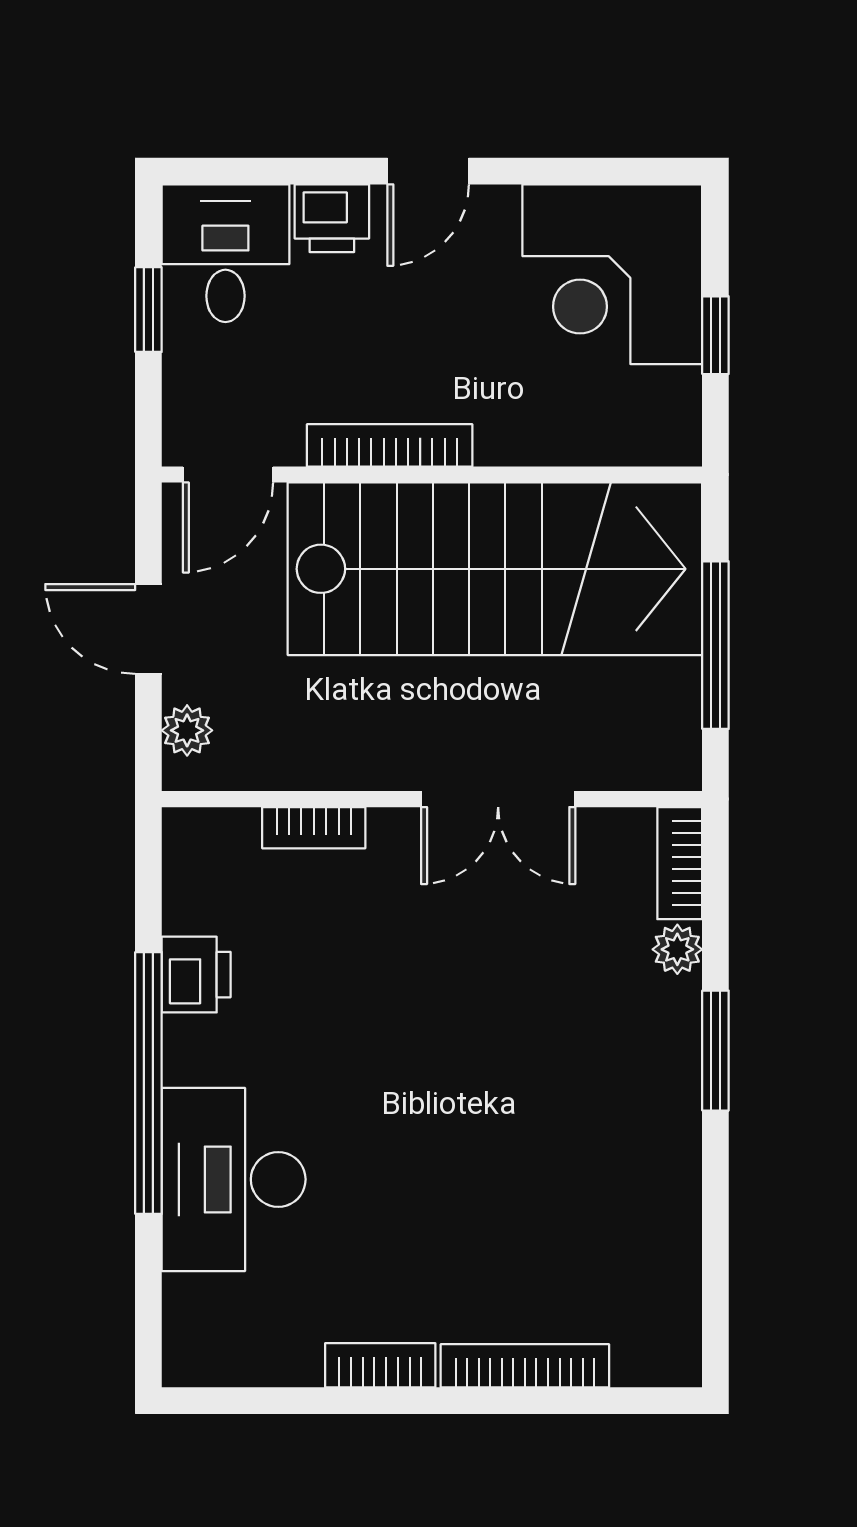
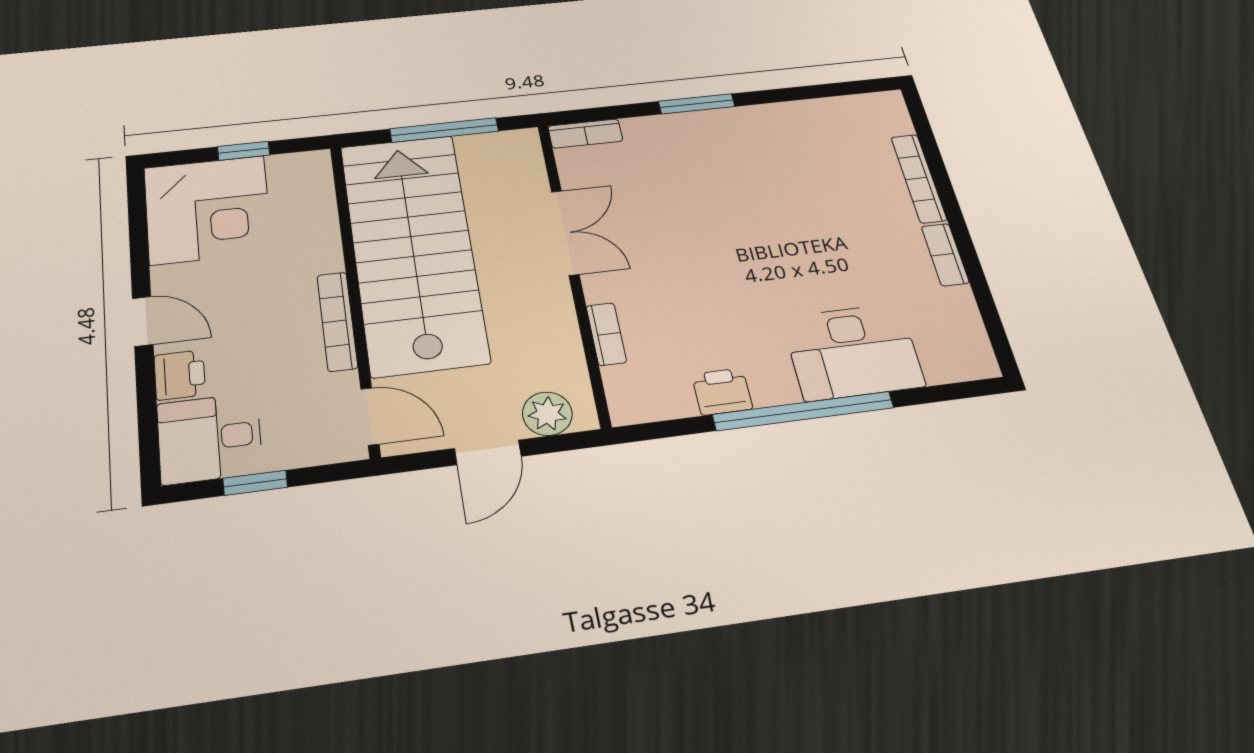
plant: (187, 730) -> (547, 414), width x1.38, depth x1.38
plant: (677, 949) -> (639, 129), removed

